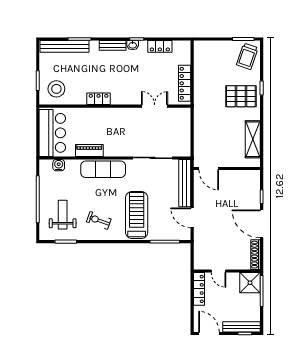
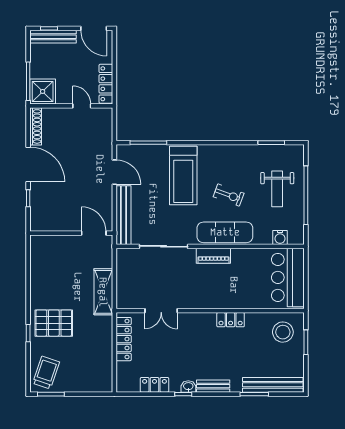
shelving: (253, 139) -> (103, 292), moved
piano: (89, 150) -> (213, 256), moved
weight bench: (63, 215) -> (277, 189), moved
exercise bike: (99, 220) -> (229, 195), moved

